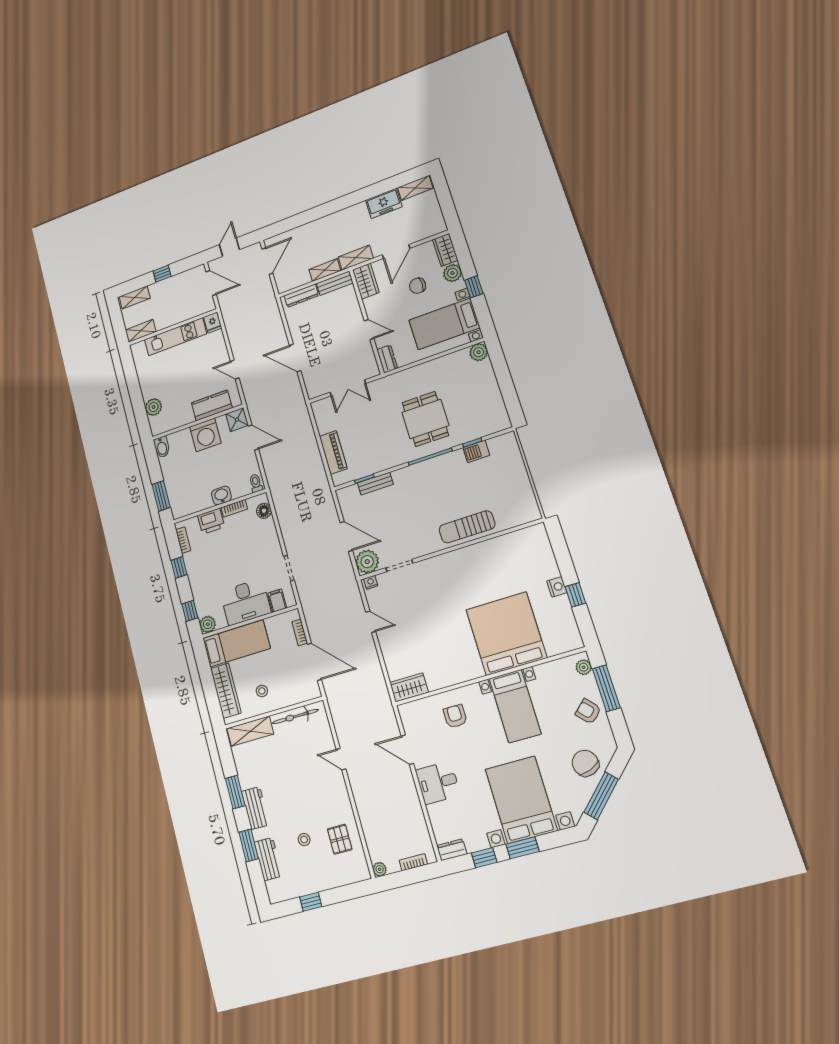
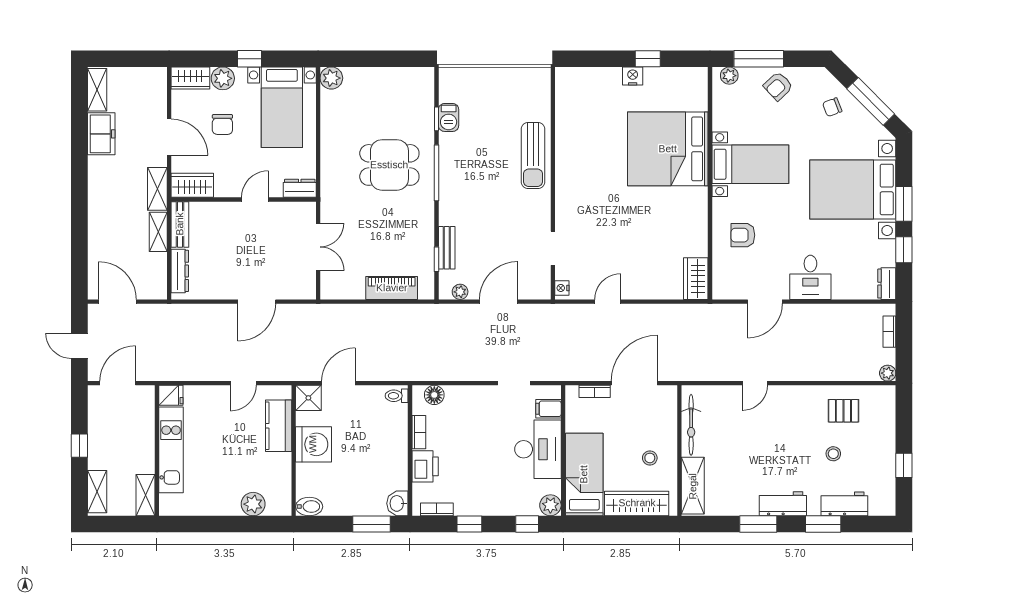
washbasin: (221, 496) -> (397, 503), moved
plant: (367, 562) -> (460, 292), moved, width x0.53, depth x0.53
chair: (585, 763) -> (832, 107), width x0.54, depth x0.54

